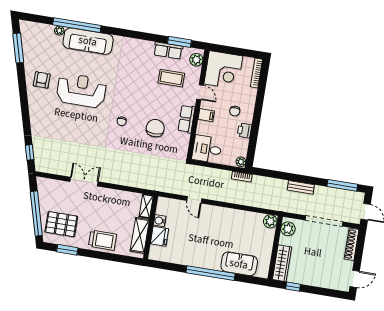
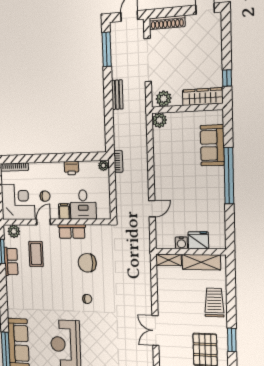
chair: (235, 111) -> (45, 196), moved
desk: (207, 149) -> (83, 205), moved

